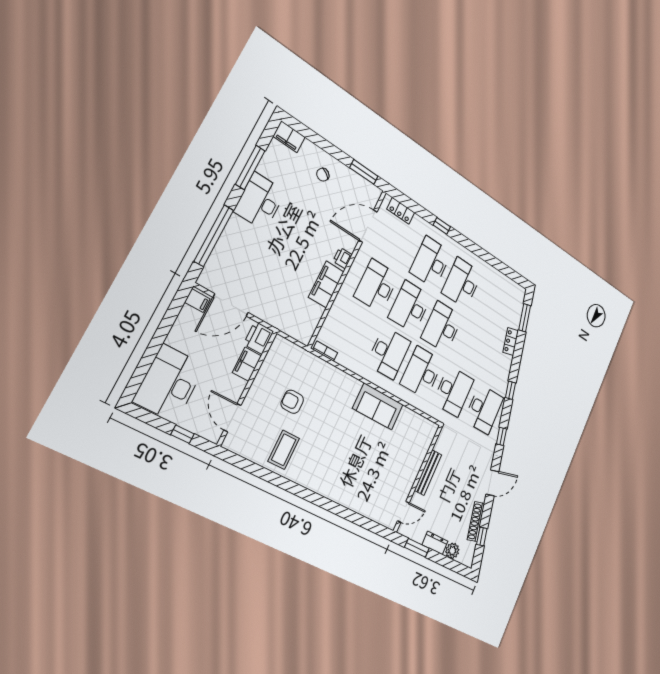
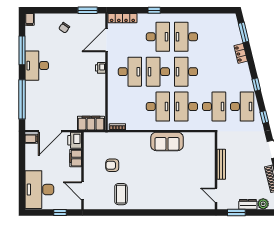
filing cabinet: (289, 137) -> (30, 19), width x0.50
locker: (401, 211) -> (122, 18), width x1.53
desk: (431, 262) -> (158, 37), turned 180
filing cabinet: (326, 284) -> (91, 123), moved, turned 90
desk: (377, 286) -> (130, 72), turned 180
door: (403, 512) -> (216, 195), swing flipped

